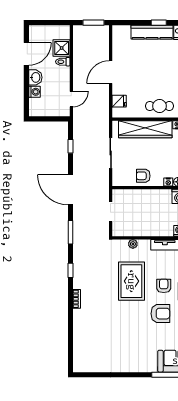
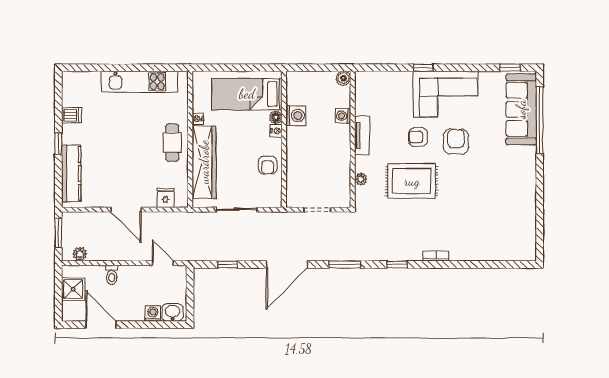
kitchen counter: (152, 32) -> (71, 174), moved
plant: (78, 38) -> (80, 254), added
shower: (62, 48) -> (73, 289), moved
washbasin: (35, 77) -> (172, 312), moved

